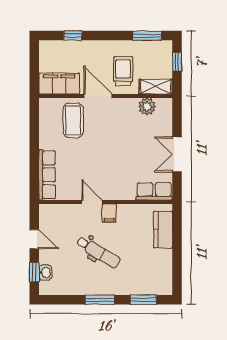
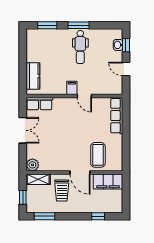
plant: (147, 107) -> (32, 165), moved
dental chair: (98, 252) -> (80, 47), moved, turned -121

